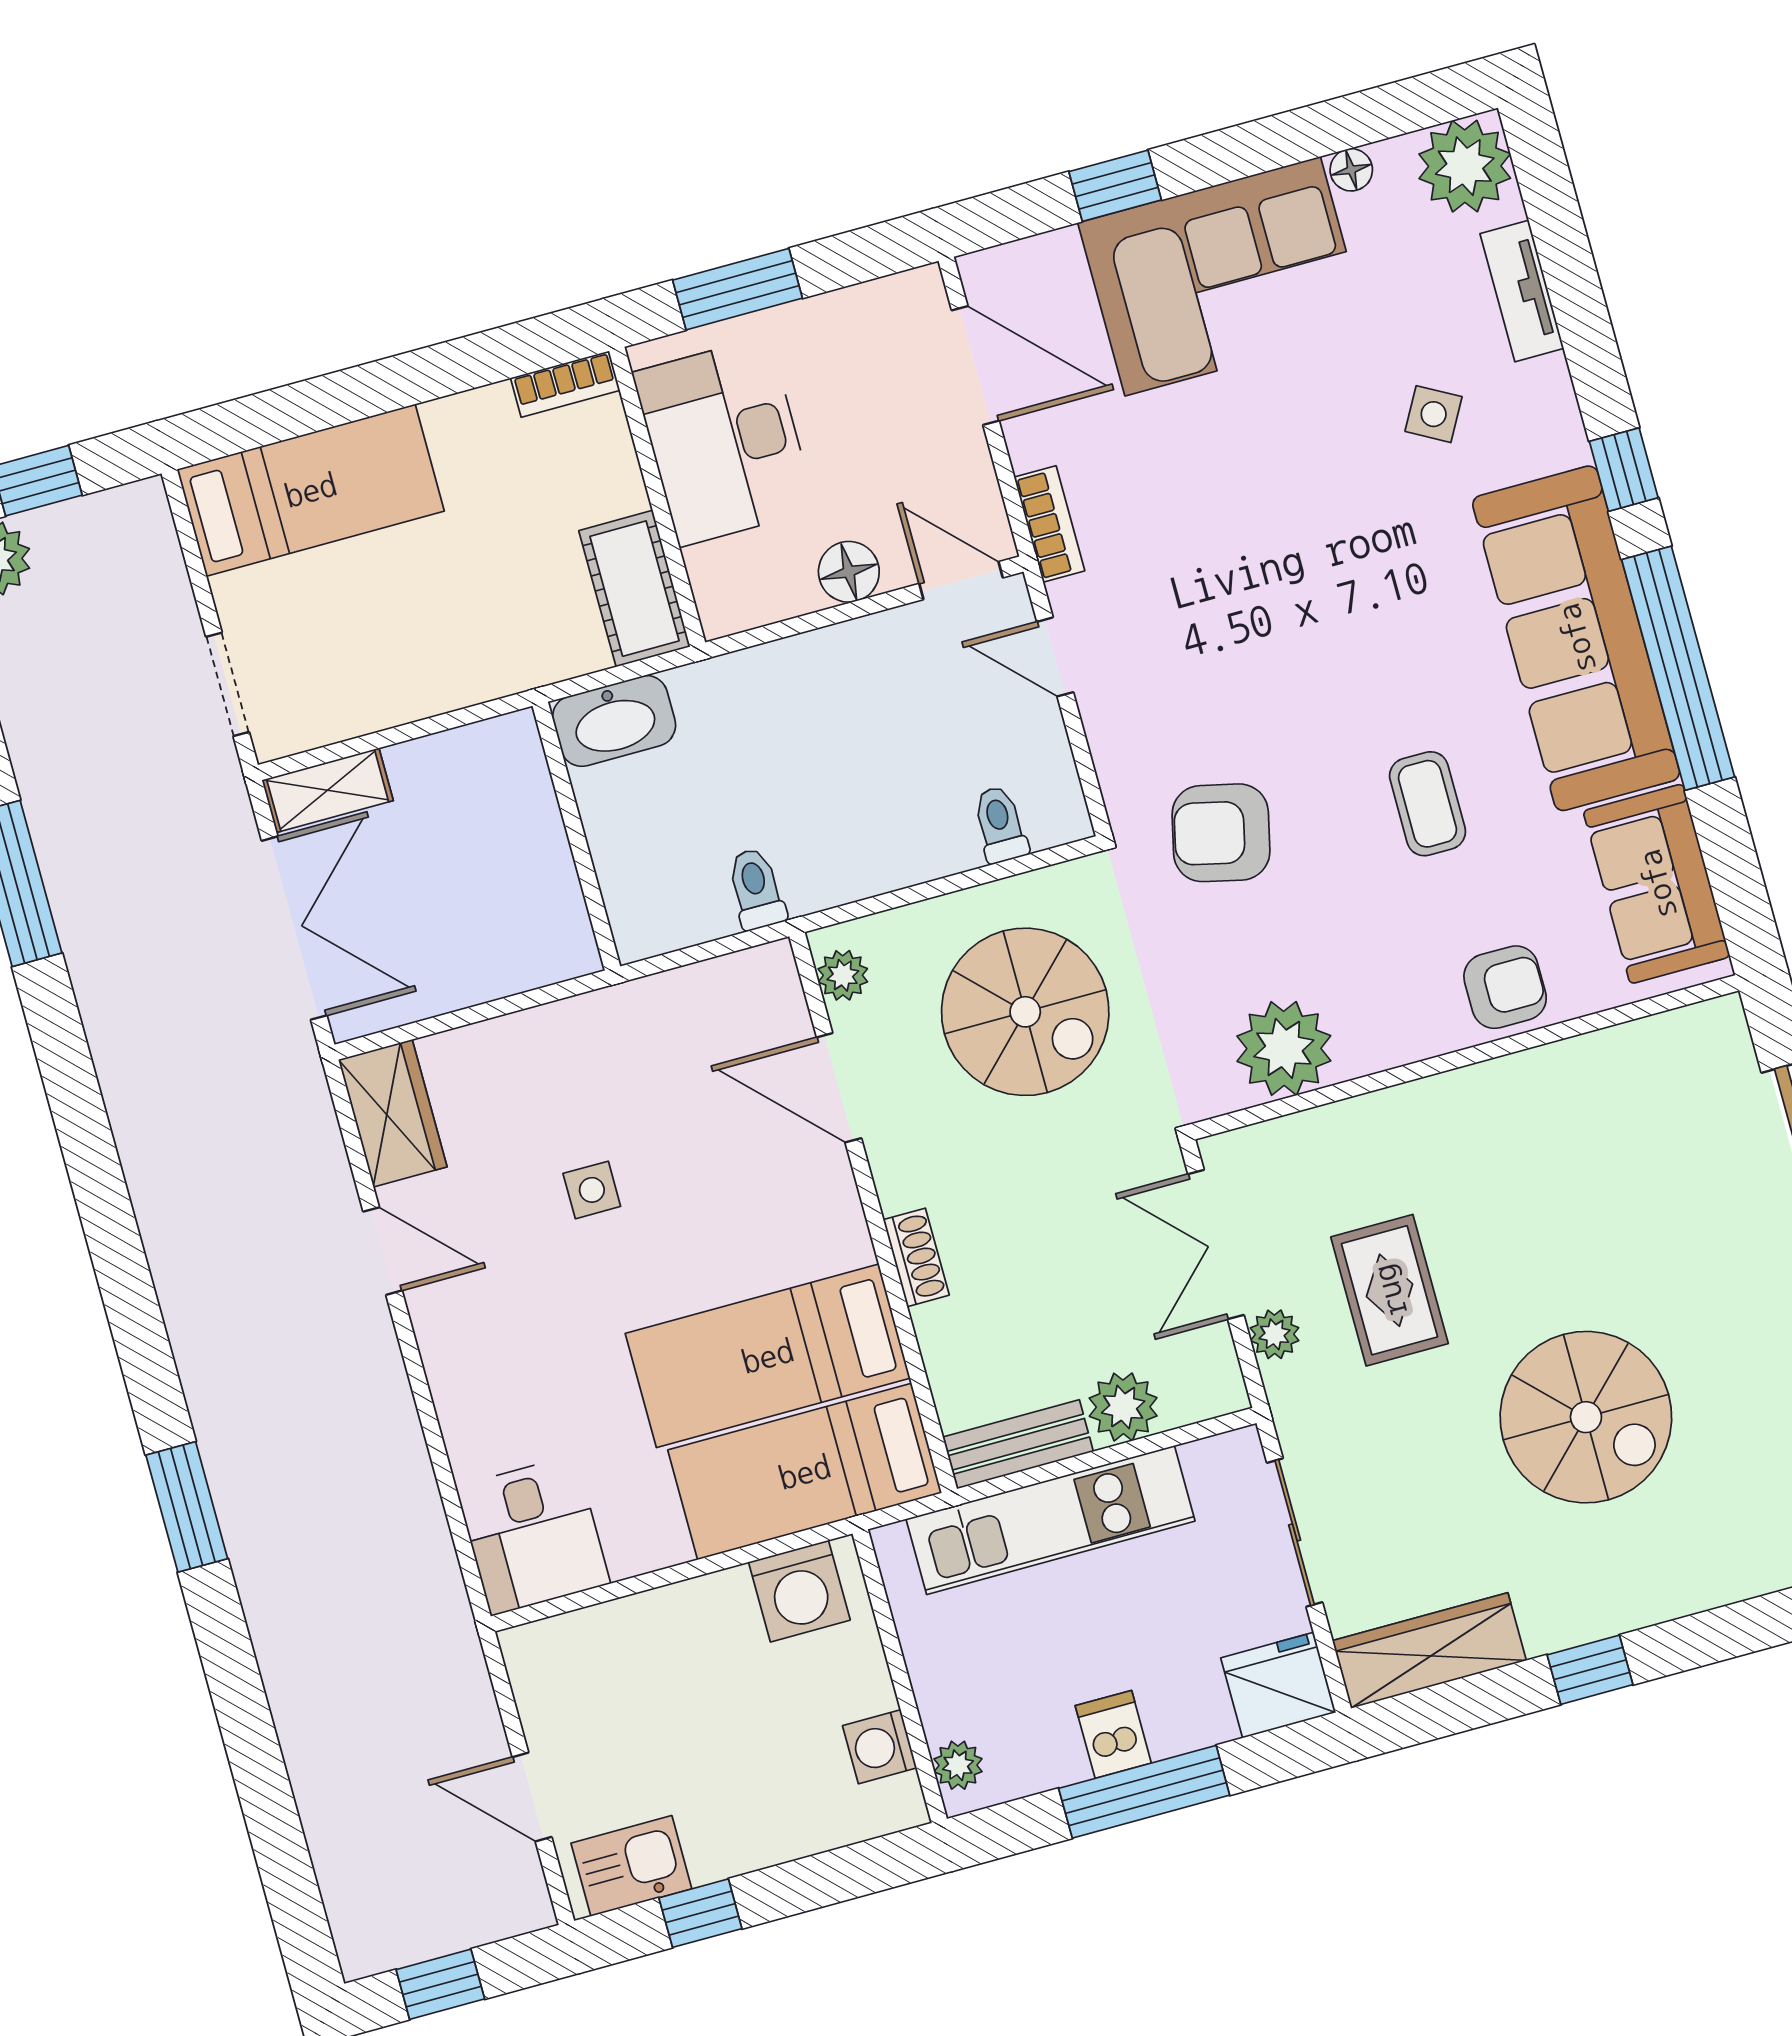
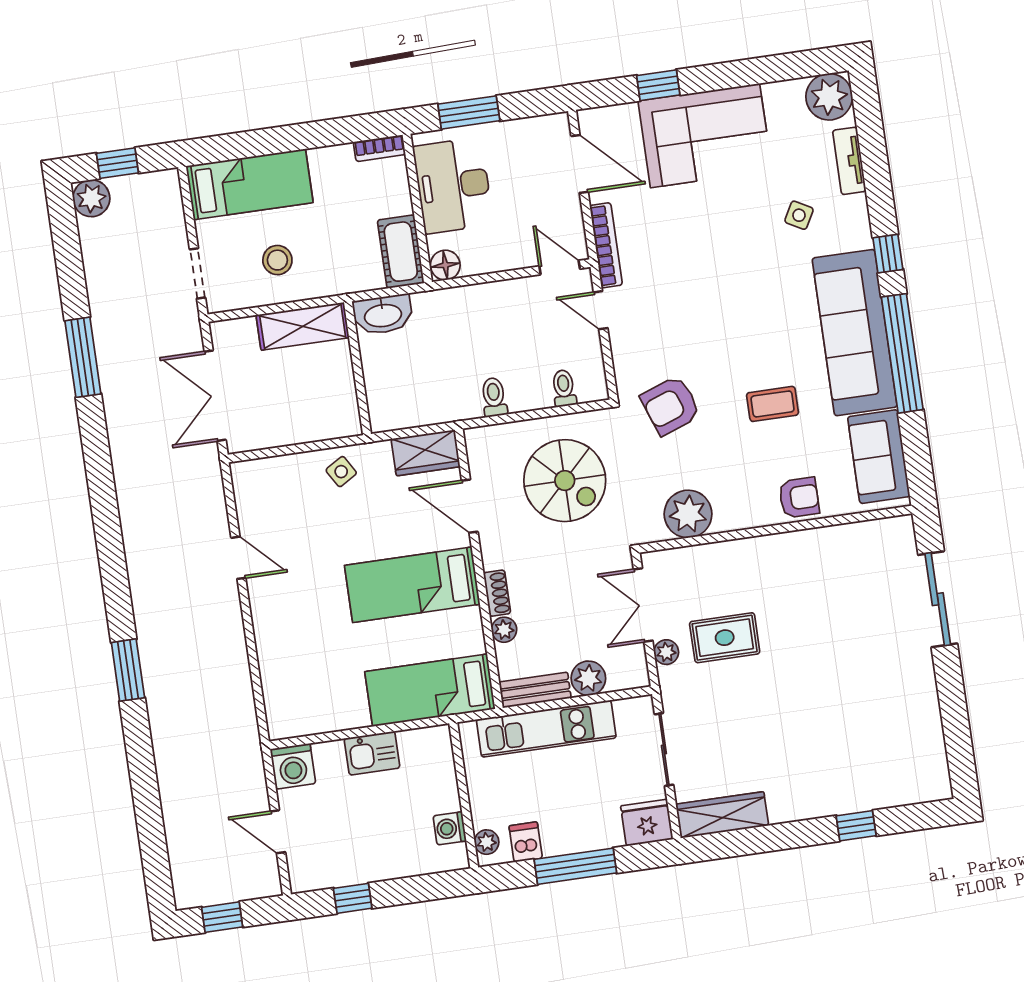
floor lamp: (1351, 170) -> (774, 92), removed
bookcase: (1049, 524) -> (606, 245), width x1.56
floor lamp: (849, 572) -> (445, 265), moved
stool: (386, 637) -> (277, 260), added
shelving: (328, 790) -> (303, 326), moved, width x1.50, depth x1.33
coffee table: (1428, 804) -> (773, 404), turned 90
armchair: (1221, 833) -> (671, 406), turned -33
toilet: (756, 889) -> (494, 397), moved
double door: (294, 928) -> (215, 396), swing flipped
plant: (843, 975) -> (504, 630), moved
wardrobe: (393, 1113) -> (426, 453), moved, turned 90
side table: (592, 1190) -> (341, 472), moved, turned -31
rug: (1389, 1290) -> (725, 638), turned 90
bed: (768, 1356) -> (412, 585), moved
spiral stairs: (1586, 1417) -> (812, 711), removed
desk: (533, 1535) -> (294, 705), removed
washing machine: (799, 1591) -> (293, 766), moved
window: (1590, 1670) -> (856, 826), moved
dishwasher: (1113, 1734) -> (526, 842), moved
kitchen sink: (631, 1866) -> (372, 753), moved, turned 180

